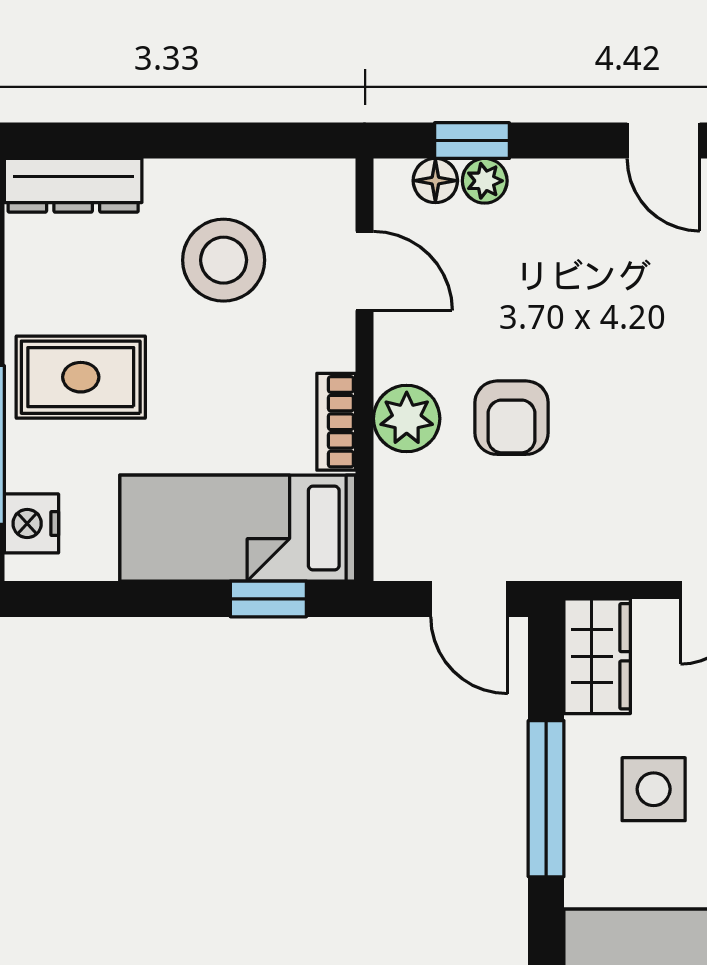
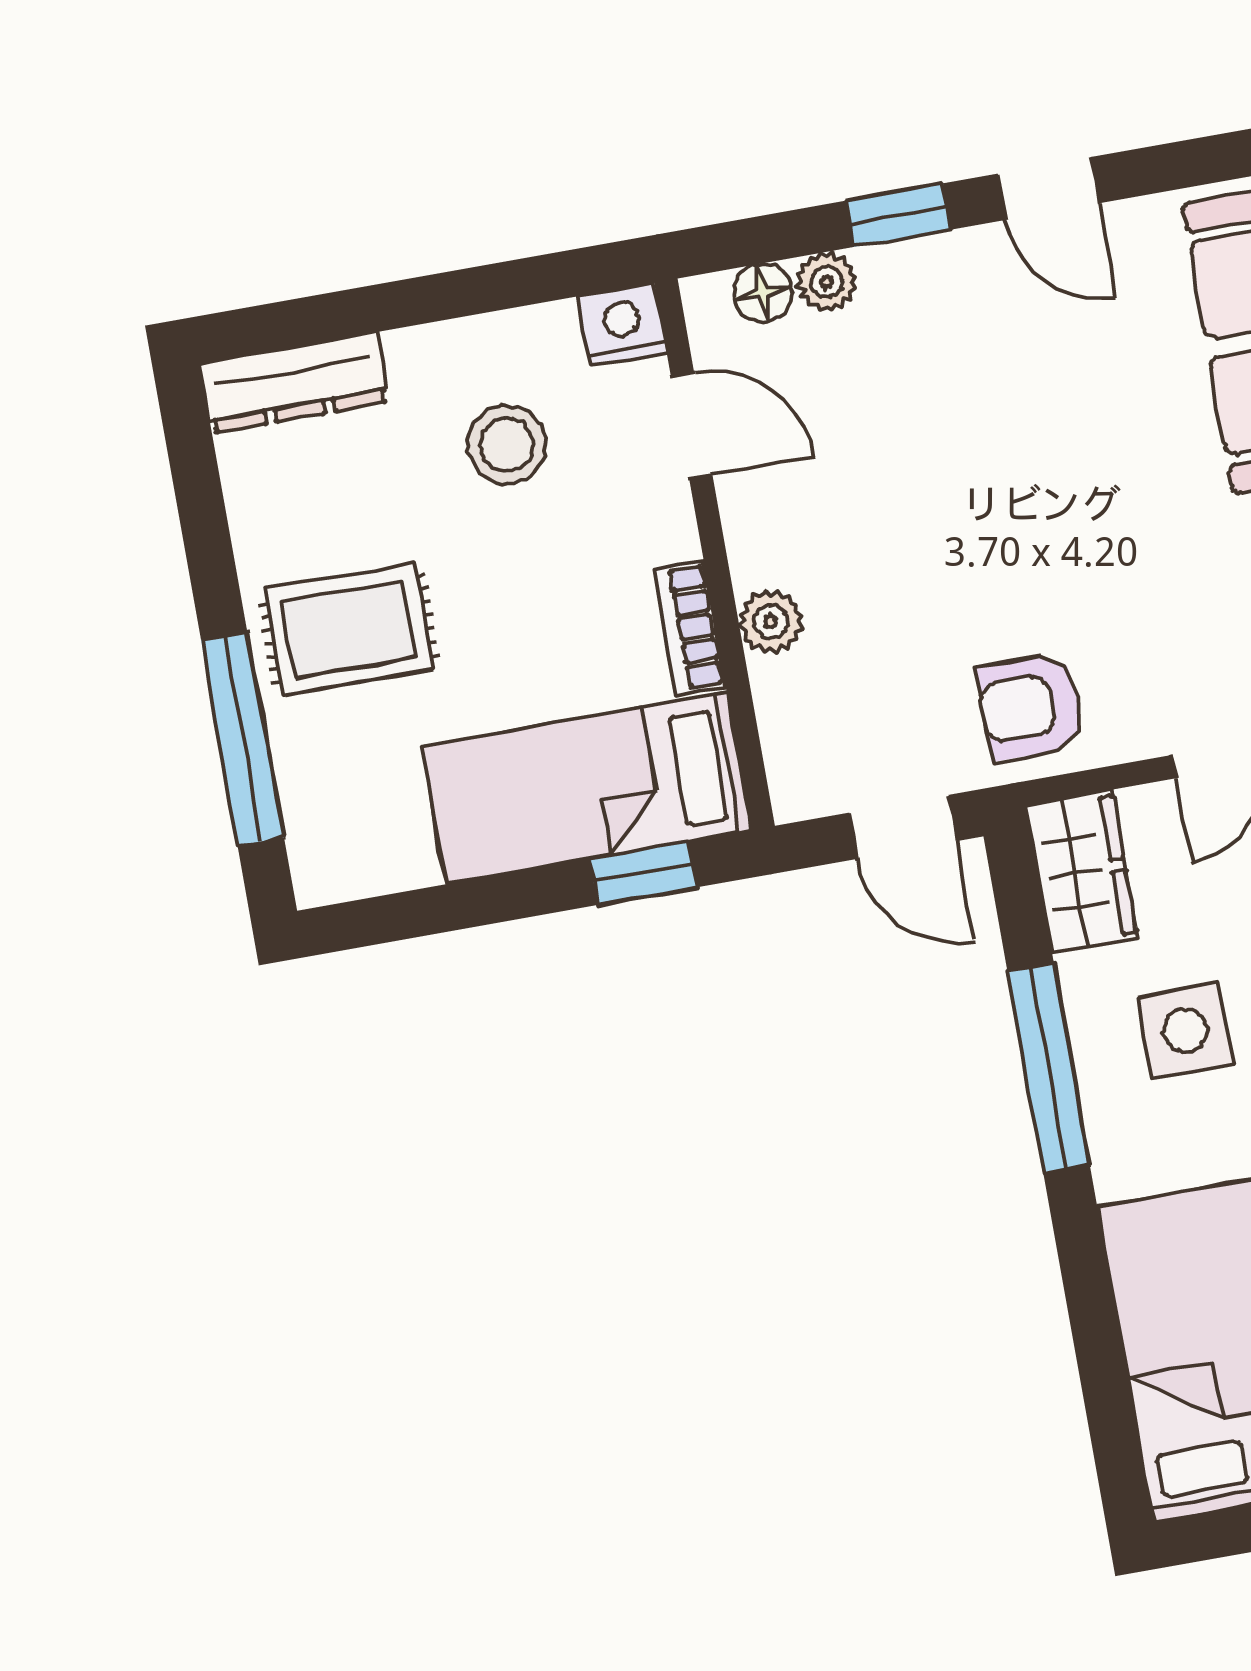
window: (472, 141) -> (899, 215), moved
stool: (224, 260) -> (507, 445), width x0.73, depth x0.73
armchair: (512, 418) -> (1031, 706), moved, turned 90
plant: (407, 419) -> (771, 621), width x0.73, depth x0.73
nightstand: (31, 523) -> (622, 324), moved, turned 90

